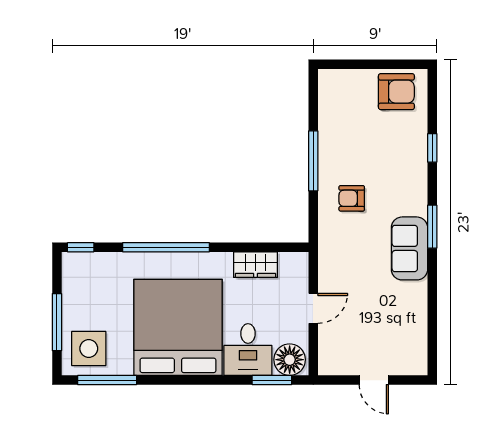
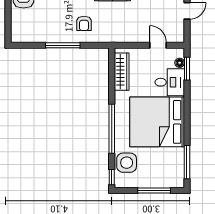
wardrobe: (256, 265) -> (122, 72), width x1.50
door: (313, 308) -> (158, 45), moved
side table: (89, 349) -> (127, 163), moved
floor lamp: (290, 360) -> (180, 63), width x0.53, depth x0.53

